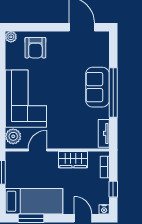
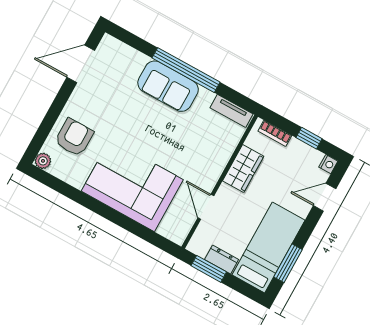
armchair: (35, 48) -> (74, 137), turned -90
plant: (13, 136) -> (171, 228), removed
dresser: (11, 177) -> (222, 259), added

